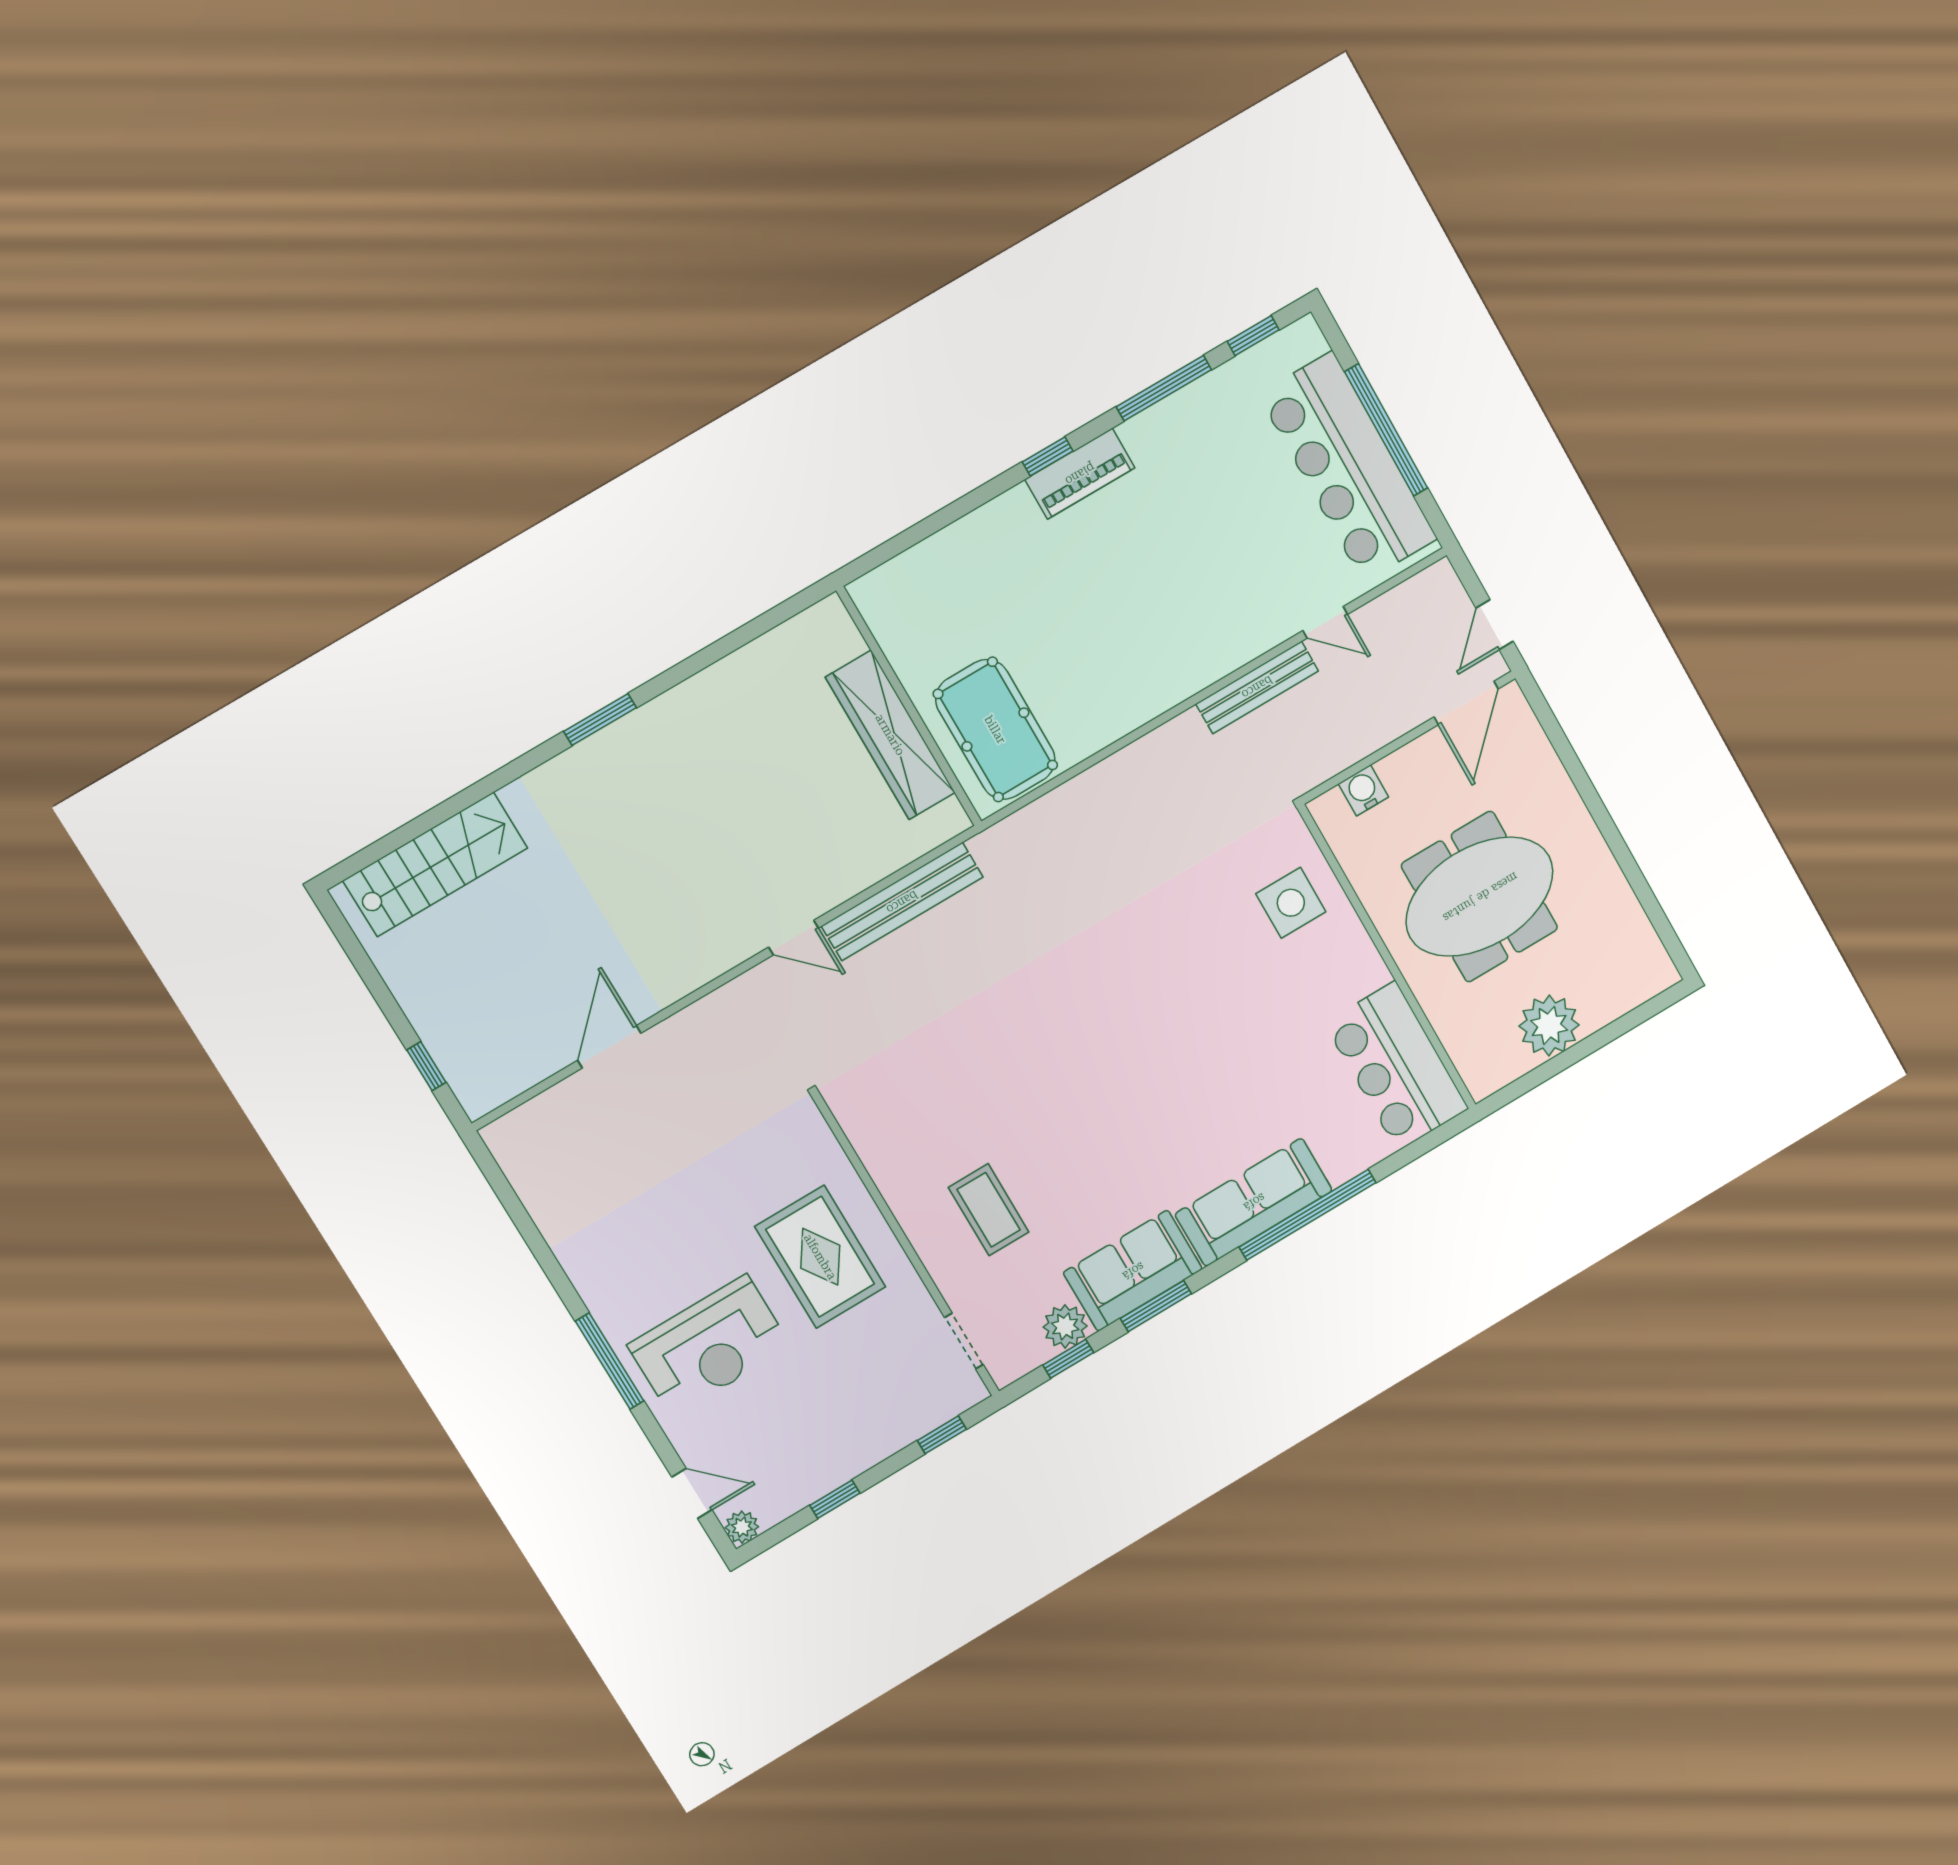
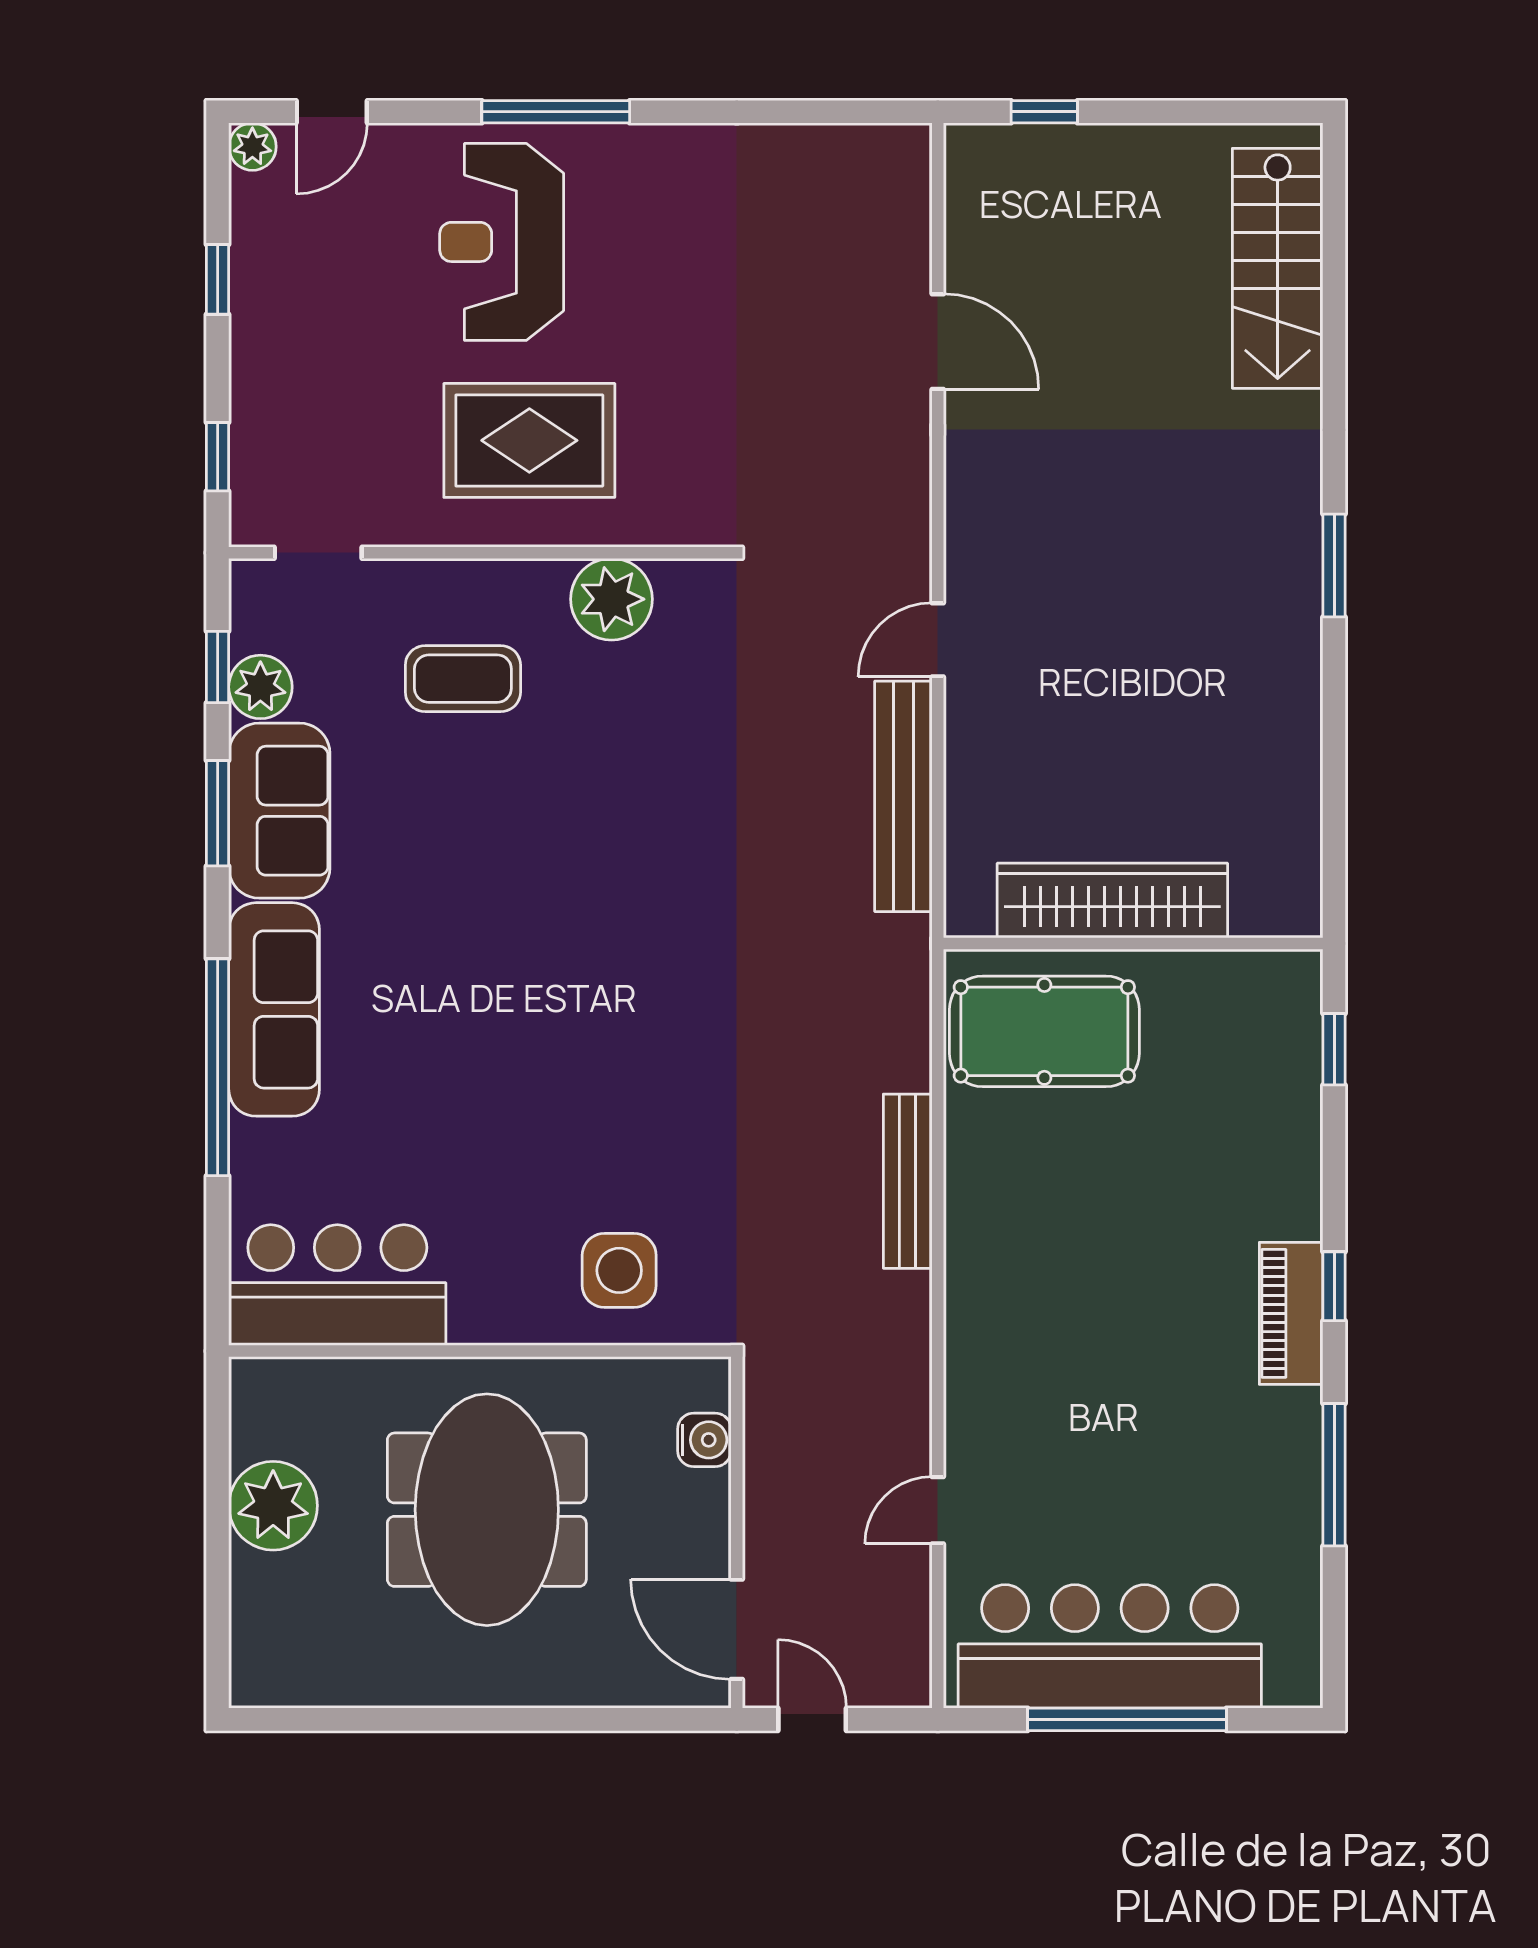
window: (1253, 336) -> (1334, 1049), moved
bench: (1257, 687) -> (908, 1181), moved
plant: (887, 1150) -> (612, 599), added

